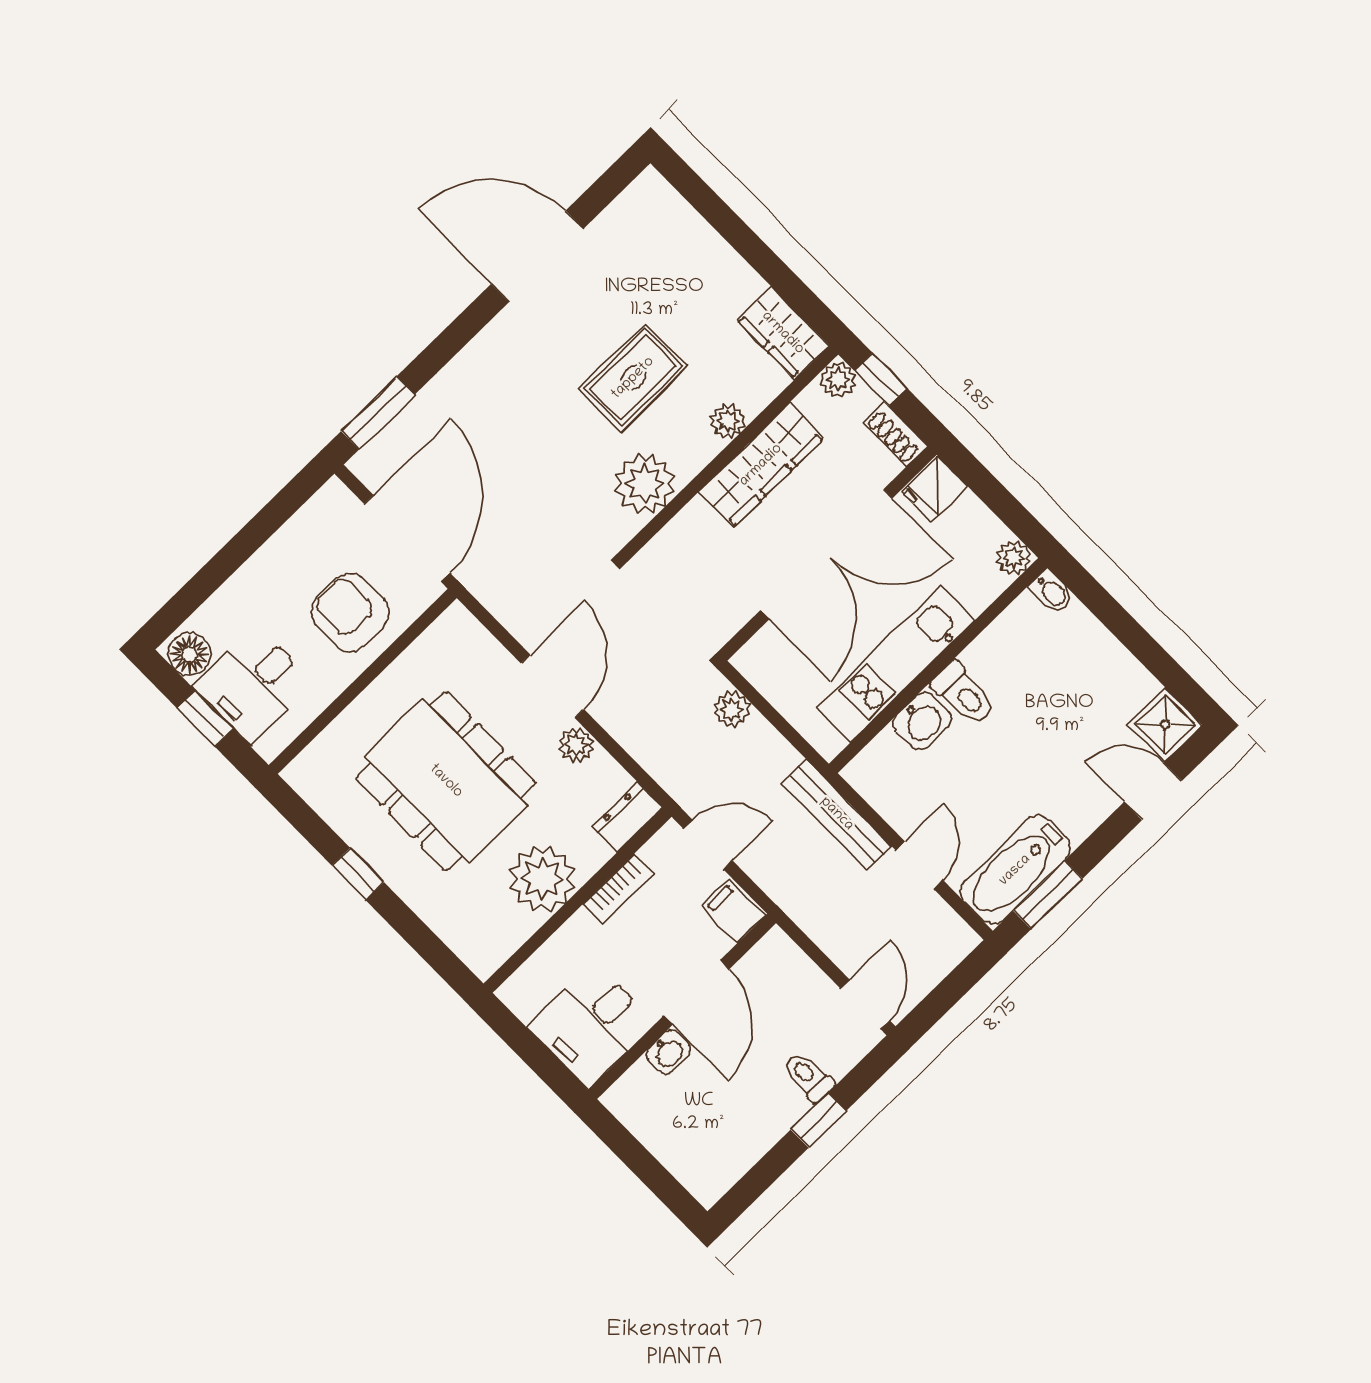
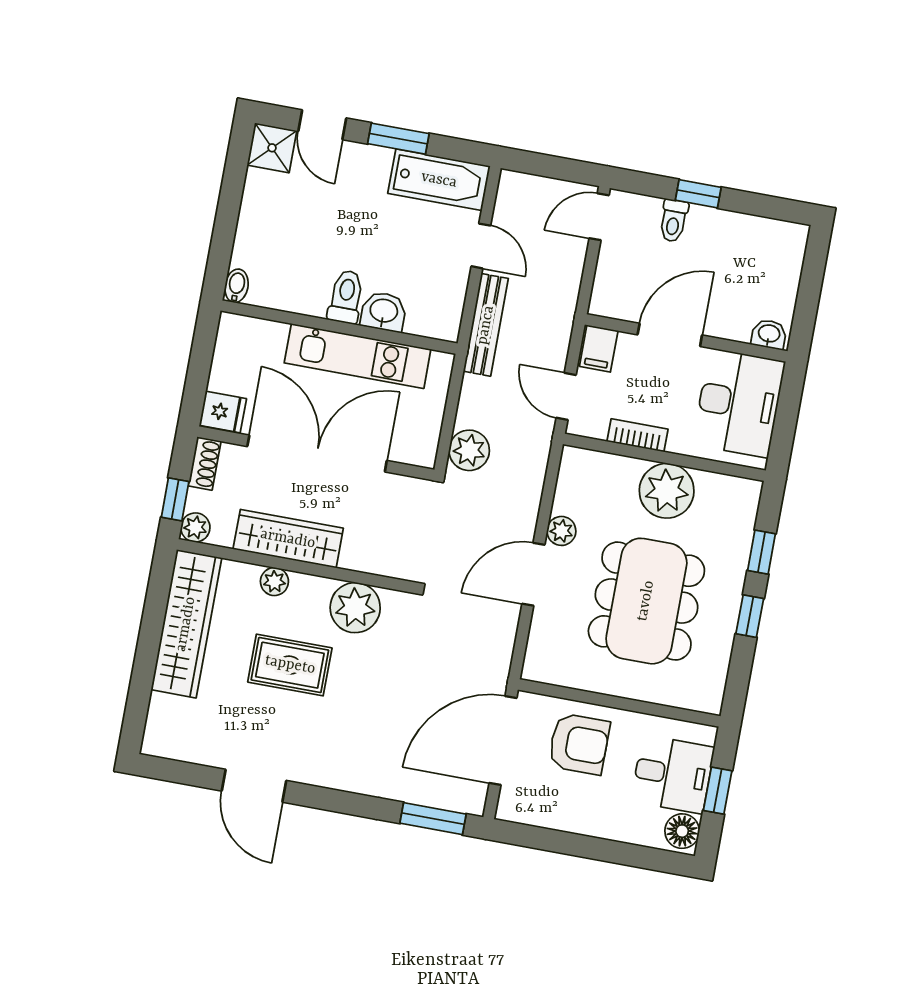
door: (537, 256) -> (254, 786), width x0.73
wardrobe: (783, 333) -> (186, 624), width x2.10, depth x1.17
plant: (1014, 558) -> (232, 327), removed
armchair: (350, 612) -> (579, 744), turned -90
plant: (732, 709) -> (469, 450), width x1.38, depth x1.38
dresser: (627, 817) -> (586, 463), removed
door: (919, 865) -> (481, 246), swing flipped
window: (1048, 895) -> (398, 139), moved
window: (414, 931) -> (761, 552), added
desk: (591, 1025) -> (739, 403), width x1.37
washbasin: (668, 1052) -> (769, 334), moved

